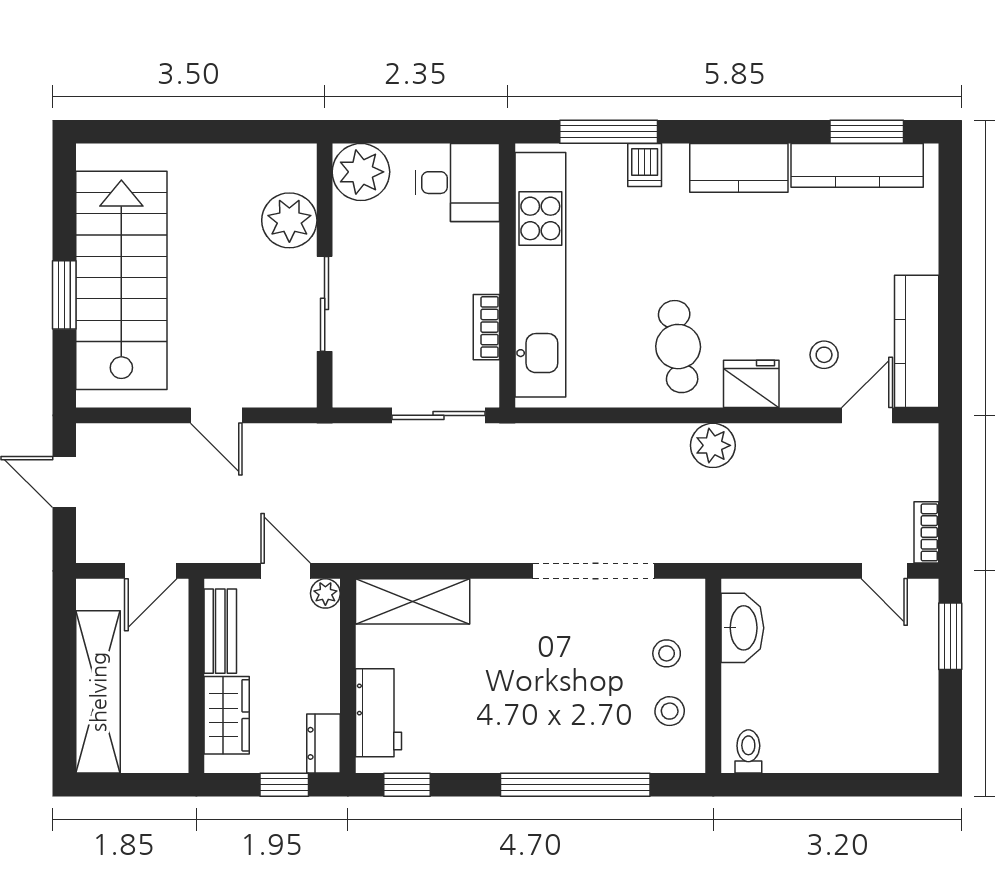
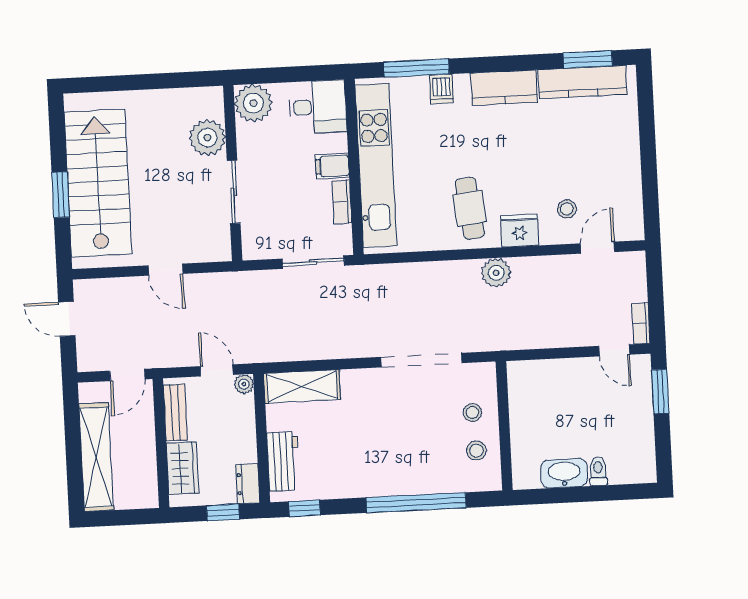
filing cabinet: (475, 273) -> (332, 166), added
kitchen counter: (917, 341) -> (628, 197), removed
washbasin: (742, 628) -> (564, 473), moved, turned -90
toilet: (748, 751) -> (598, 471), moved

